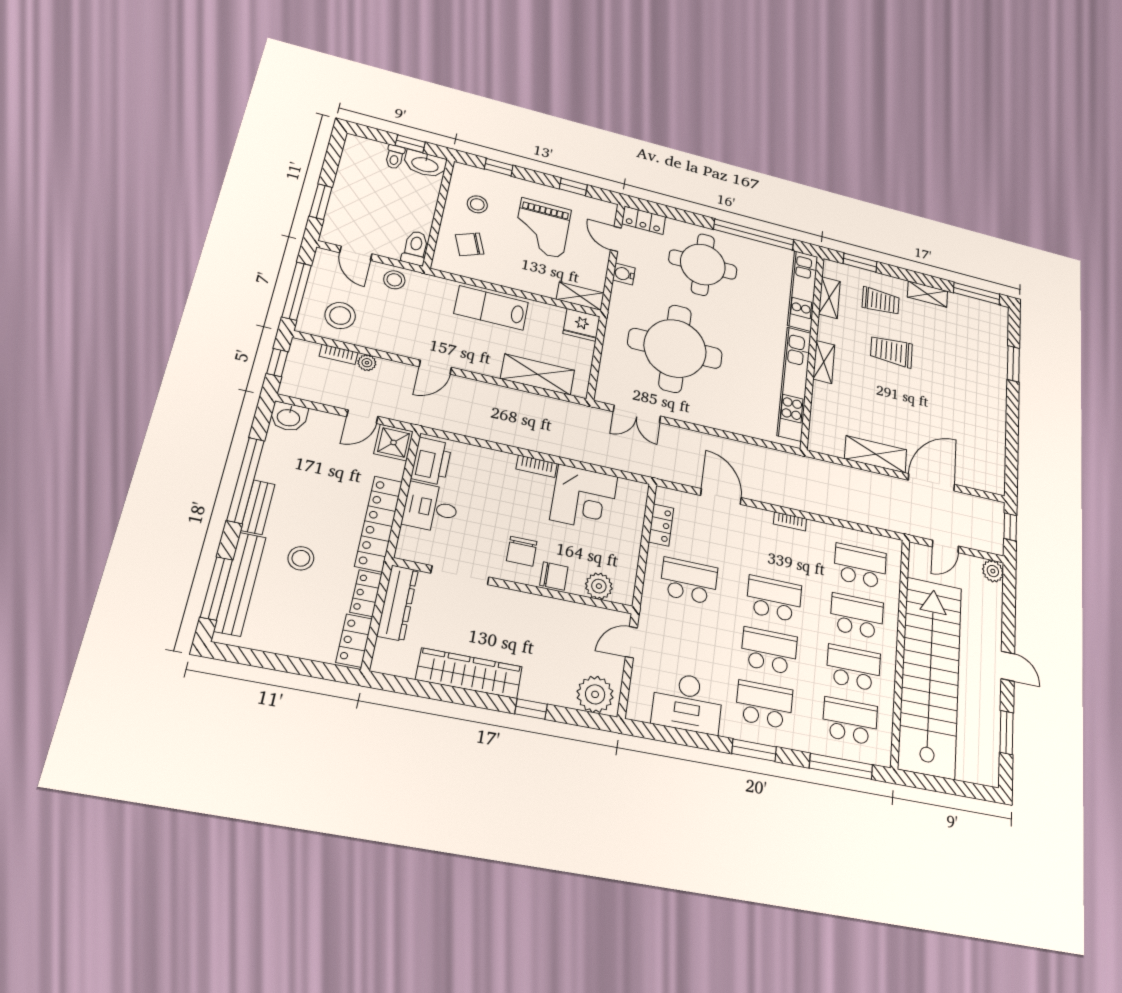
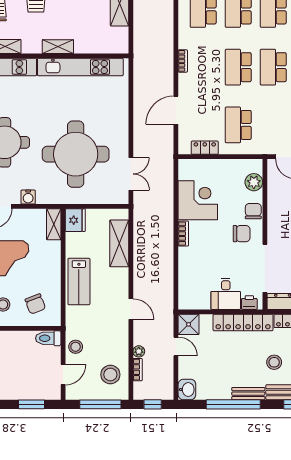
printer: (431, 461) -> (249, 303), moved, width x0.53, depth x0.68
doorway: (460, 575) -> (265, 268), width x1.36

